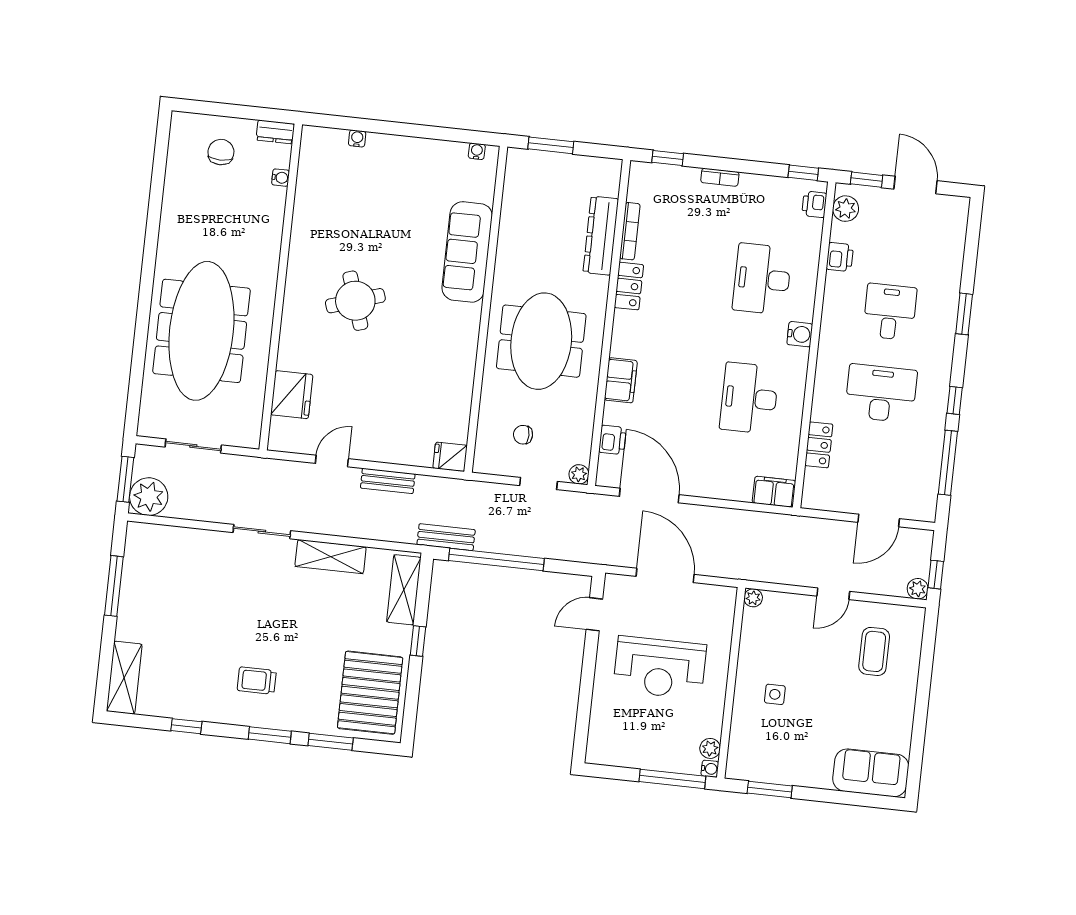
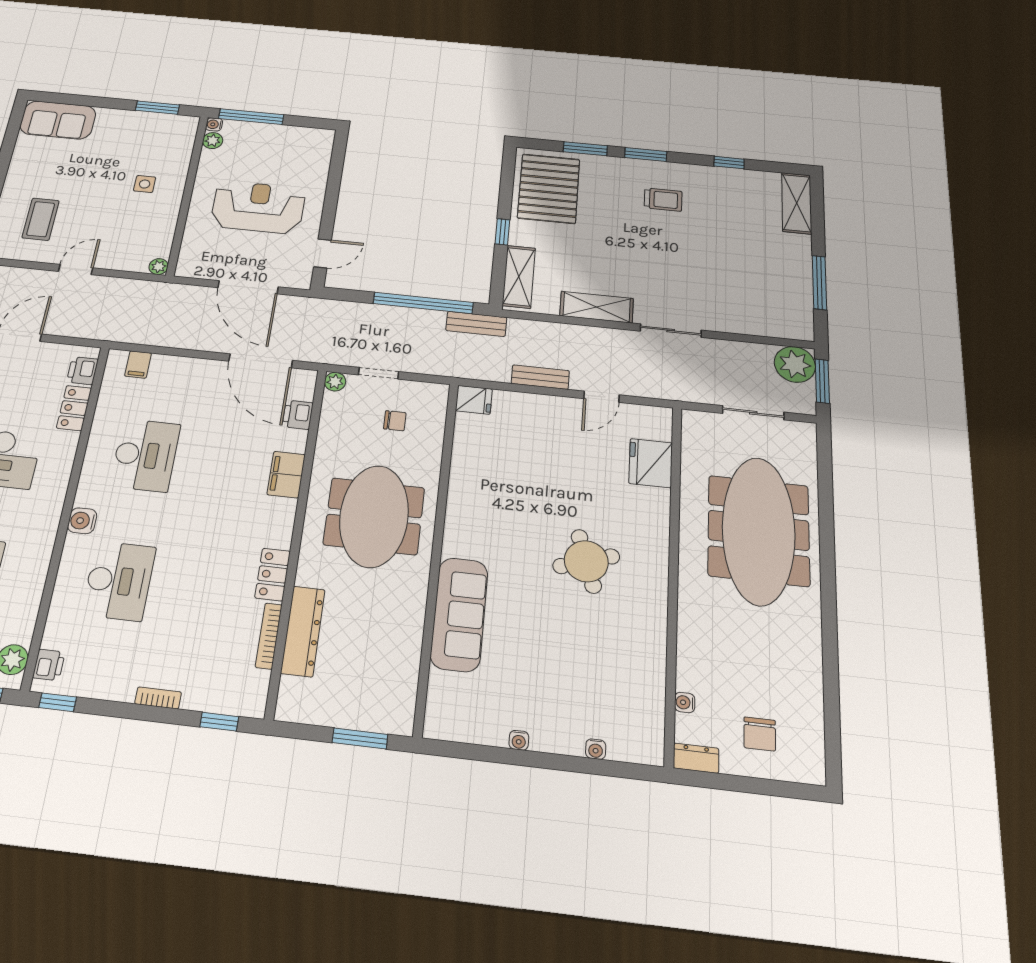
water cooler: (477, 151) -> (519, 740), moved
printer: (840, 257) -> (82, 371), moved
filing cabinet: (774, 492) -> (138, 364), width x0.50

